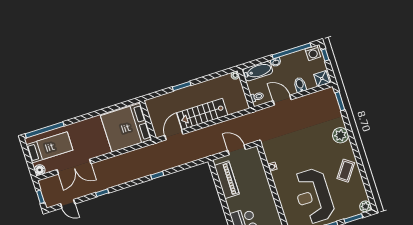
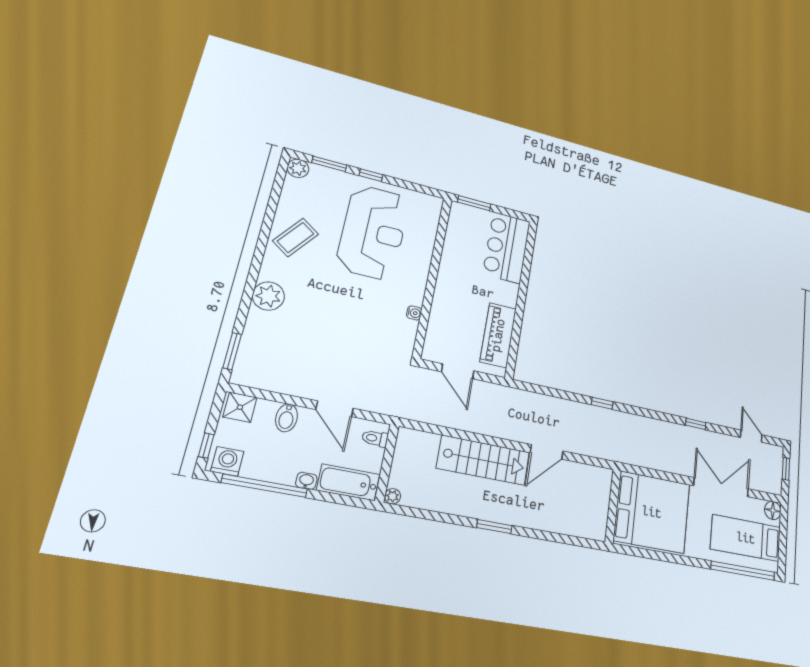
wall: (148, 120) -> (613, 506), moved
bed: (126, 128) -> (652, 512), moved

